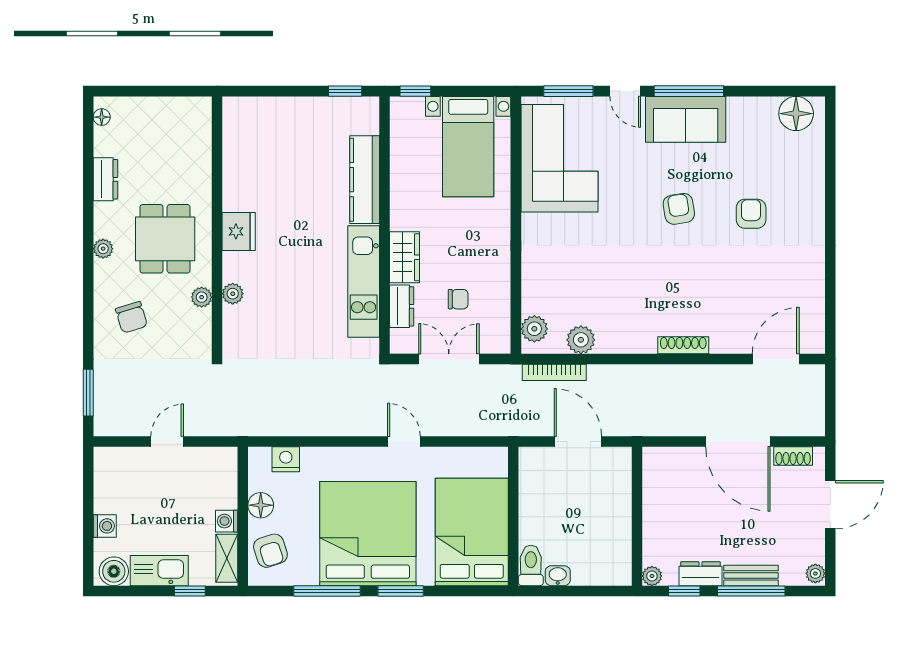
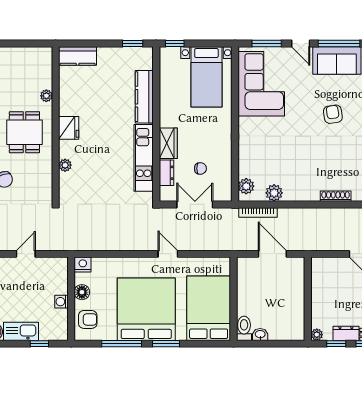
kitchen counter: (253, 112) -> (78, 56), added
plant: (202, 297) -> (46, 96), moved
nightstand: (286, 459) -> (83, 265), moved
armchair: (270, 551) -> (88, 319), turned -72
shelving: (227, 558) -> (62, 324), removed

